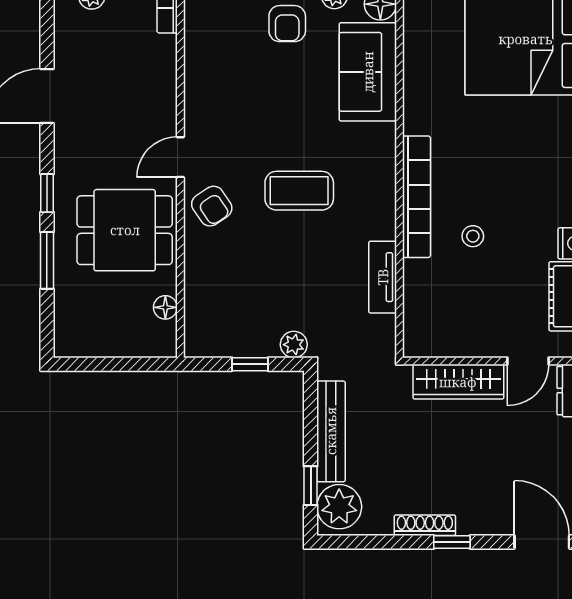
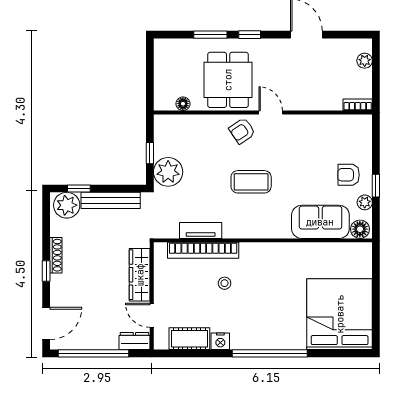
coffee table: (299, 191) -> (251, 182), turned 90
bookcase: (416, 197) -> (203, 250), moved
plant: (294, 345) -> (168, 172), width x1.88, depth x1.88

